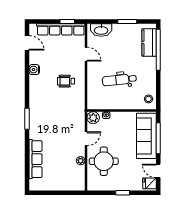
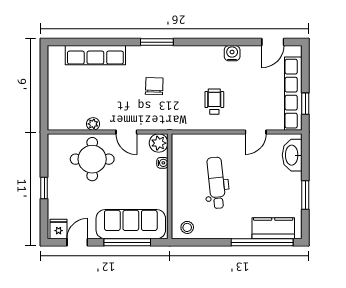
chair: (56, 121) -> (154, 86), added

